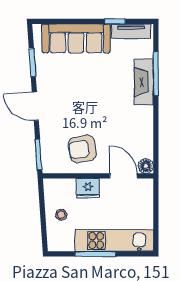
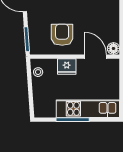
armchair: (82, 149) -> (62, 35), turned 100
stool: (61, 215) -> (38, 72), moved

